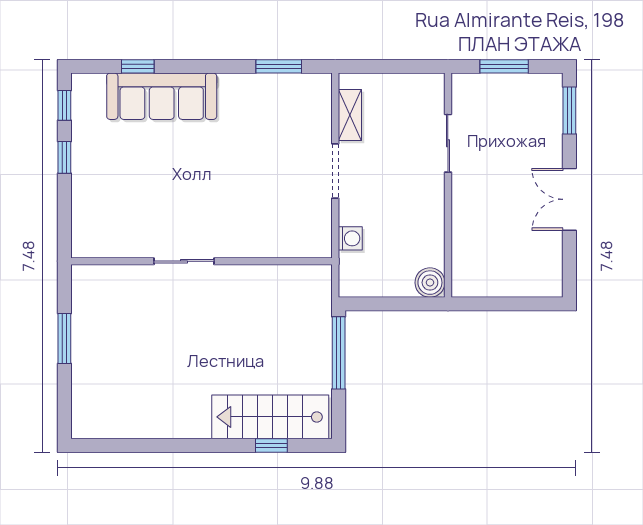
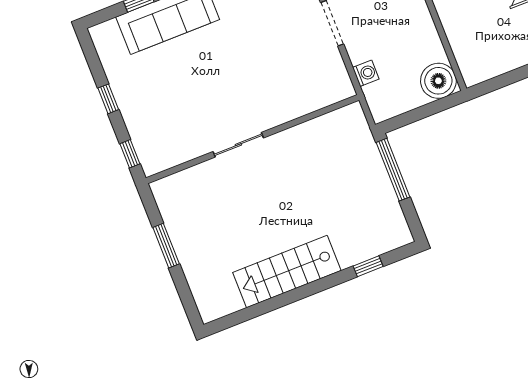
window: (64, 105) -> (130, 154), moved
boiler: (430, 283) -> (438, 81), width x1.37, depth x1.37
stairs: (270, 417) -> (287, 272), moved

